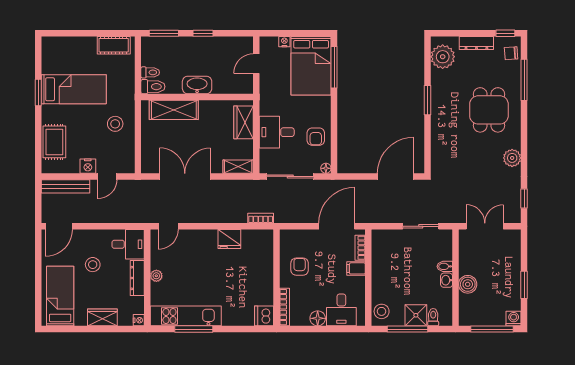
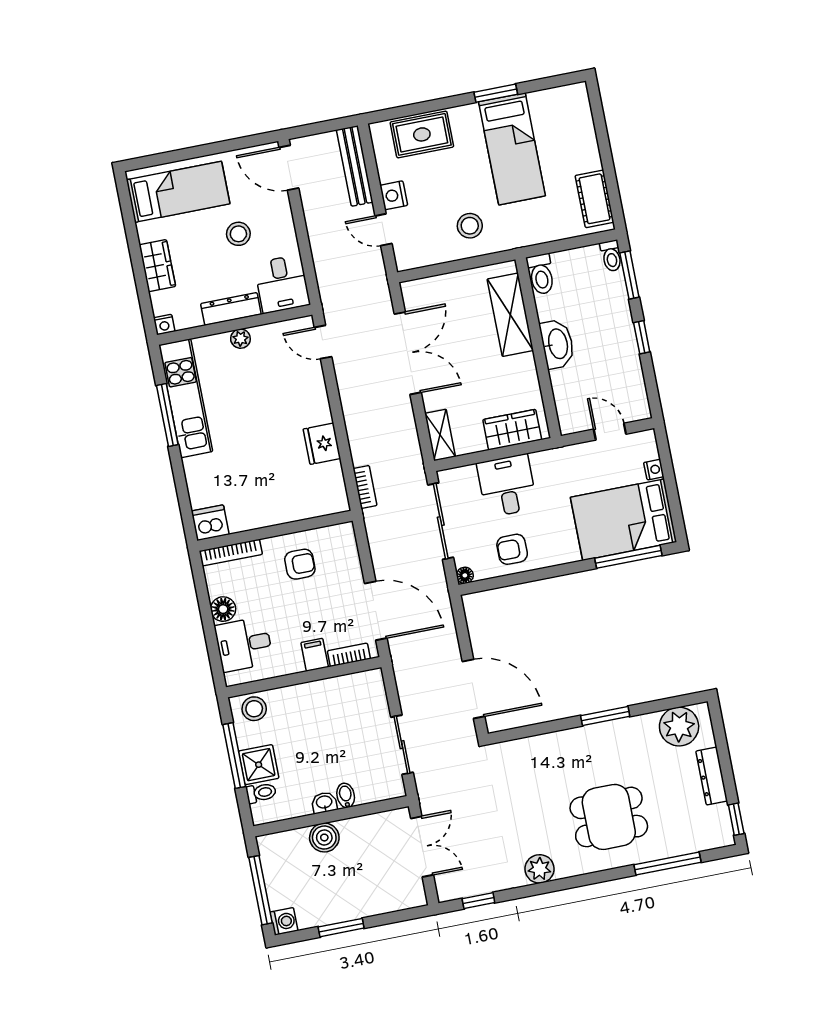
chair: (511, 53) -> (706, 834), removed
toilet: (150, 72) -> (611, 256), moved

